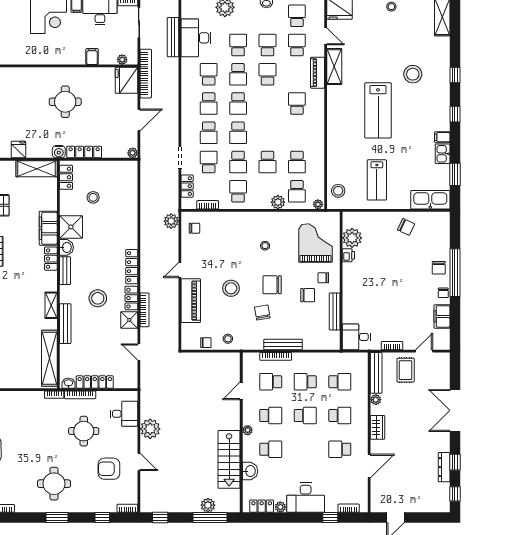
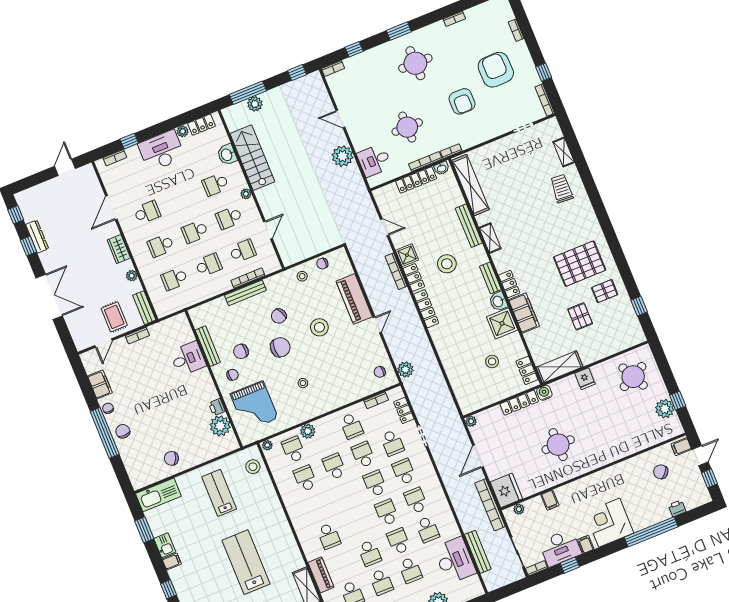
chair: (262, 312) -> (279, 316), turned 75
desk: (356, 337) -> (188, 359), moved
bench: (376, 373) -> (144, 308), width x0.73
armchair: (109, 469) -> (462, 101), moved, turned 90

